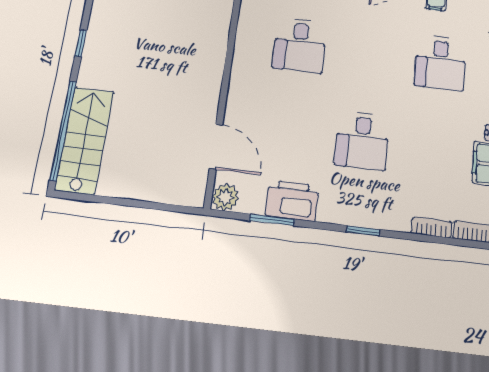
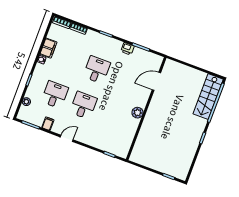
desk: (300, 45) -> (83, 105), moved
door: (216, 147) -> (156, 81), hinge flipped
plant: (225, 197) -> (138, 113), moved
printer: (292, 201) -> (127, 49), width x0.53, depth x0.68

